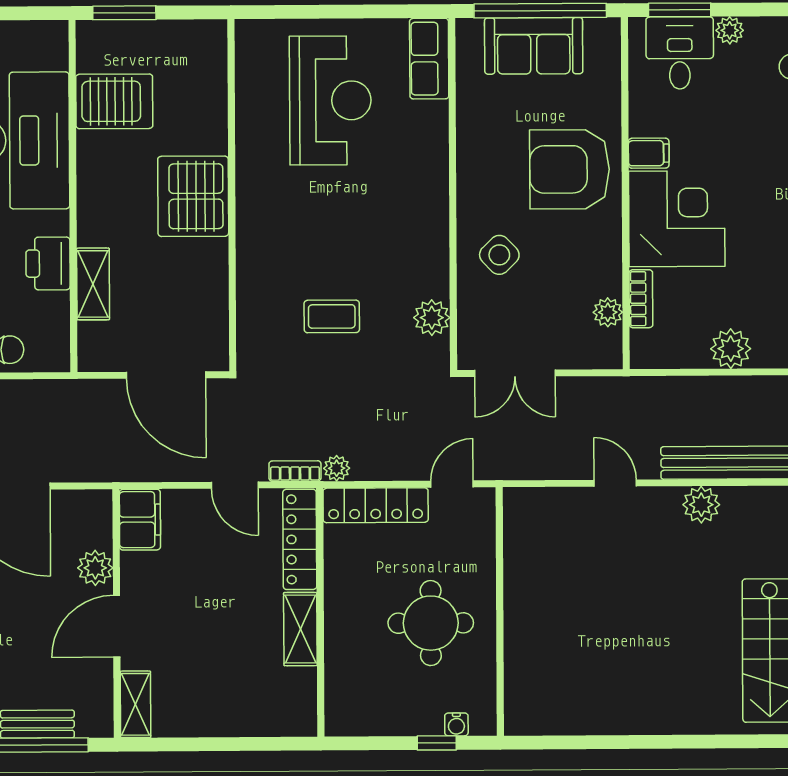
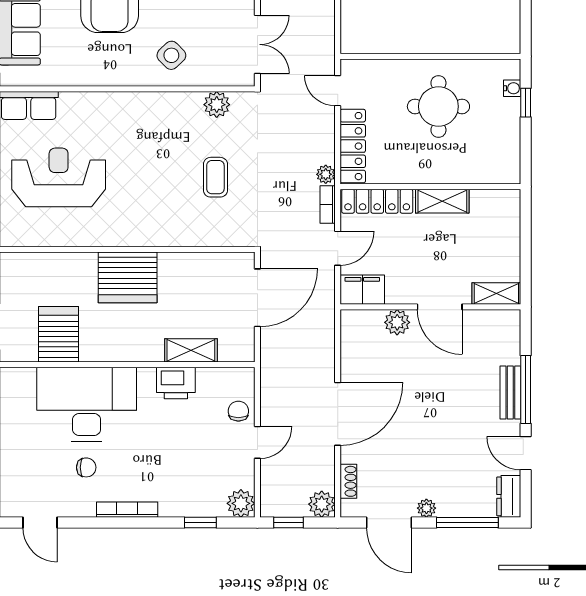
filing cabinet: (140, 520) -> (362, 290), moved
plant: (95, 568) -> (397, 322), moved
wall: (117, 613) -> (430, 307), moved
door: (117, 626) -> (440, 307), moved
shelving: (136, 704) -> (496, 294), moved

